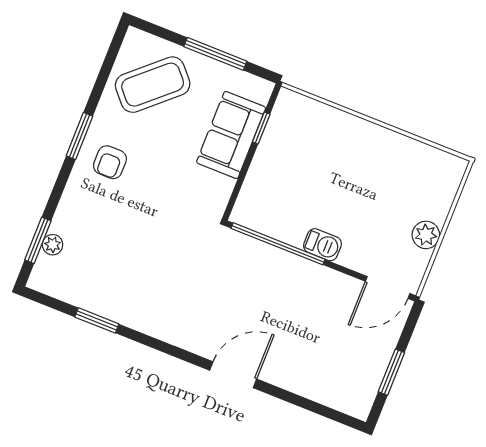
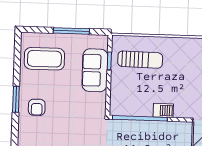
coffee table: (153, 85) -> (44, 59), turned 42
sun lounger: (314, 145) -> (140, 60), added

